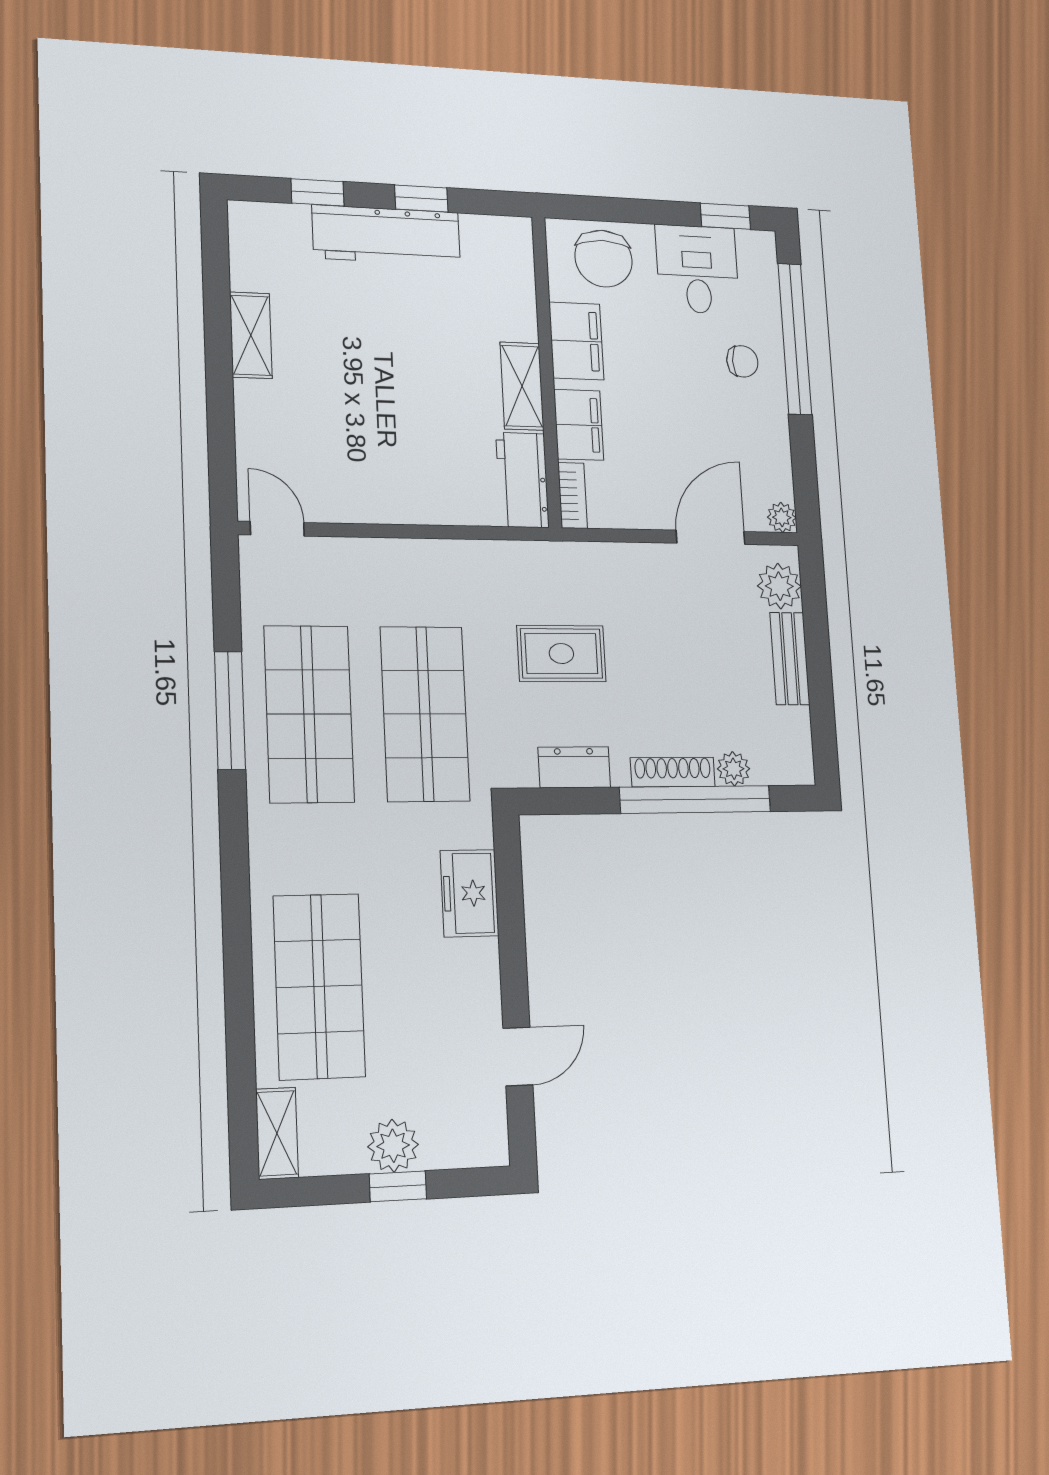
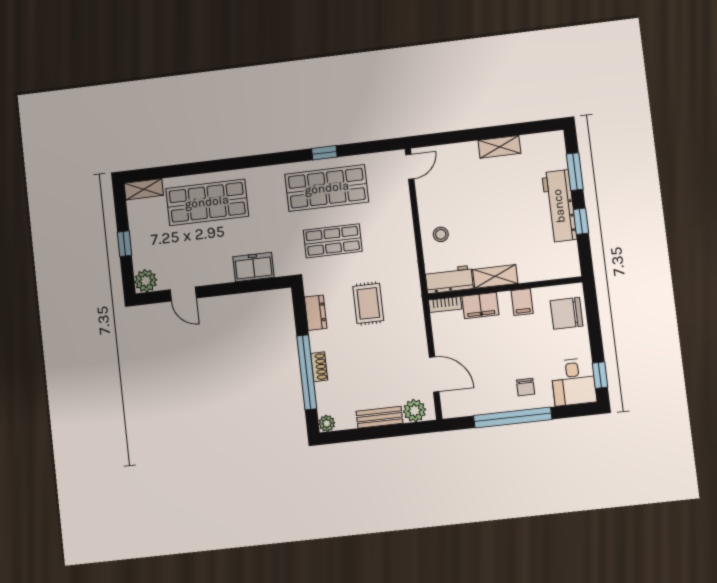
window: (318, 192) -> (575, 172), width x1.50
desk: (697, 269) -> (574, 382), moved, turned 90
window: (795, 339) -> (513, 417), moved
filing cabinet: (576, 341) -> (522, 302), width x0.50
stool: (428, 484) -> (441, 234), added
plant: (782, 517) -> (449, 411), removed
window: (230, 710) -> (324, 153), width x0.46
shop shelf: (425, 714) -> (333, 241), width x0.70, depth x0.74
plant: (734, 769) -> (327, 423), moved
shoe rack: (673, 772) -> (319, 367), width x0.70
plant: (393, 1146) -> (146, 281), moved

